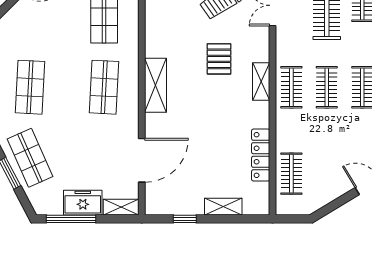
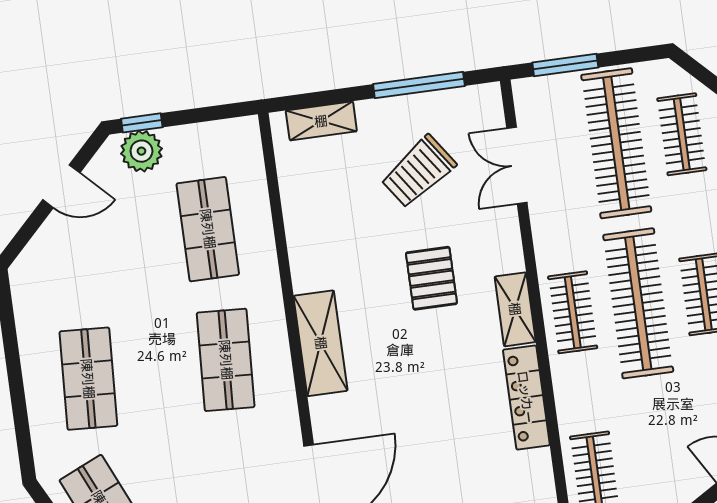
clothes rail: (327, 87) -> (638, 303), width x1.86, depth x1.31
locker: (261, 155) -> (526, 397), moved

